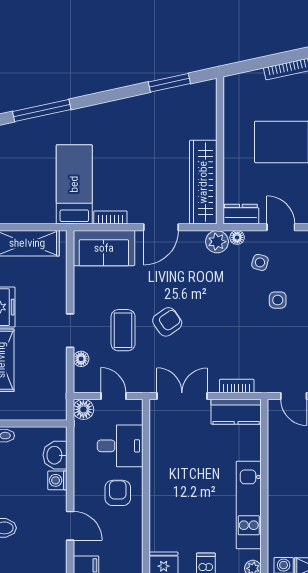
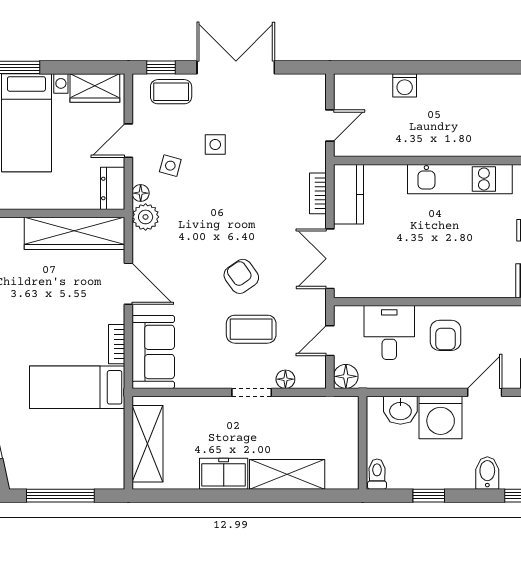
washing machine: (57, 480) -> (441, 417), width x1.89, depth x1.89
armchair: (118, 493) -> (446, 335), turned -90

